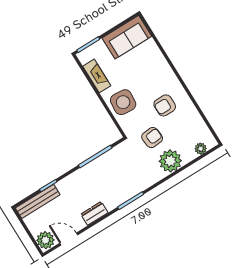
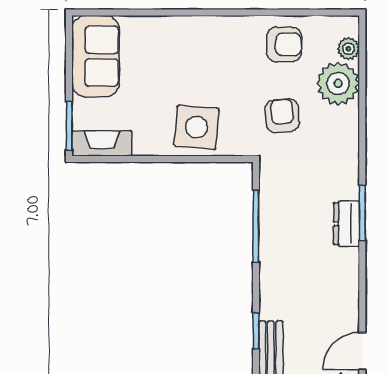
fireplace: (97, 76) -> (102, 143), moved
armchair: (165, 105) -> (284, 44), moved, turned -90
plant: (170, 161) -> (338, 83), moved
dresser: (94, 213) -> (347, 224), moved

